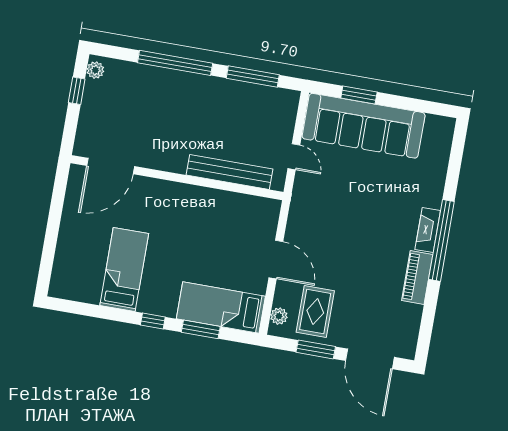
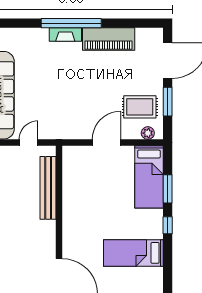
piano: (417, 277) -> (109, 39), width x1.37, depth x1.33

